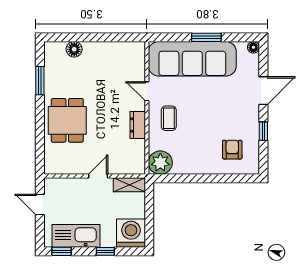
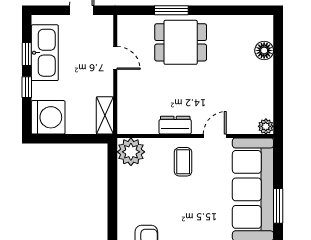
plant: (139, 48) -> (266, 126), added
window: (40, 81) -> (171, 10), moved
coffee table: (169, 118) -> (183, 162), turned 90
door: (98, 176) -> (115, 58), moved
window: (61, 251) -> (27, 54), moved

